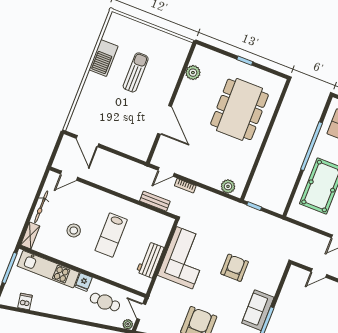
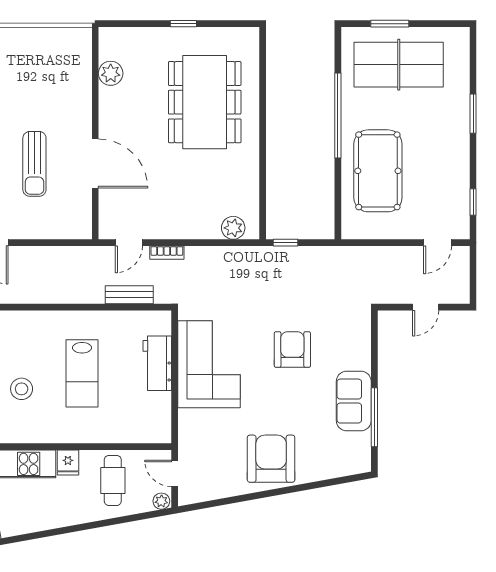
sun lounger: (136, 72) -> (34, 164), moved, turned 180
workbench: (150, 260) -> (157, 363), moved
cafe table: (105, 302) -> (113, 480), turned 90

